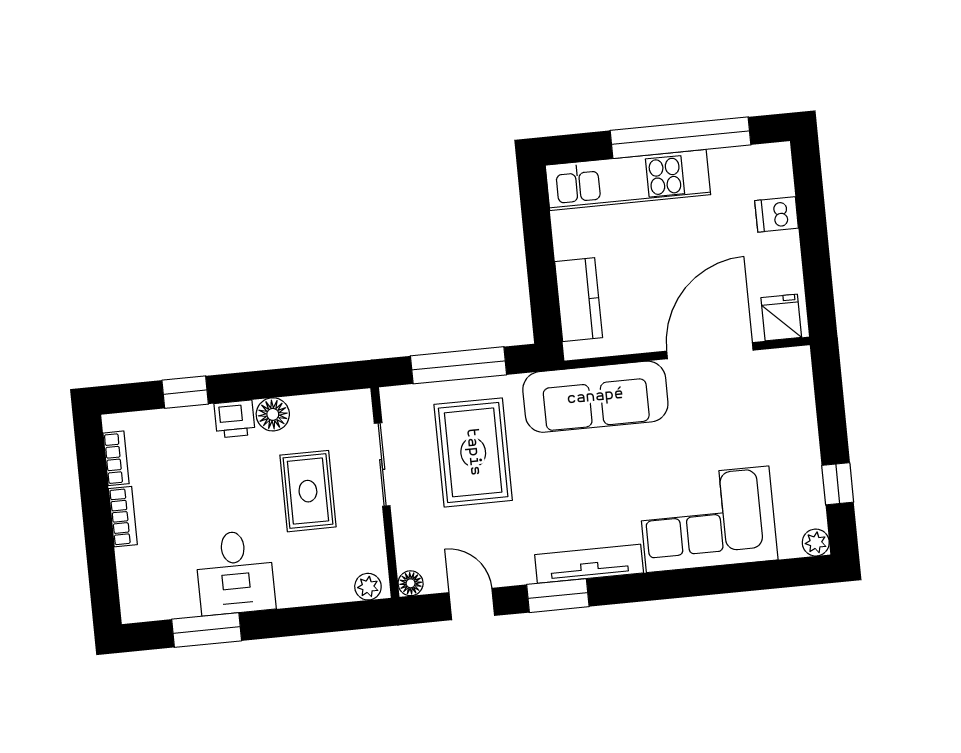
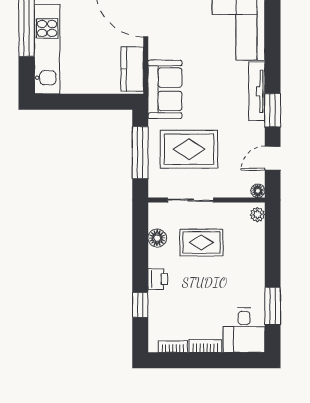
kitchen counter: (579, 300) -> (132, 69), moved, turned -90
sofa: (595, 397) -> (165, 89), width x0.73
floor lamp: (273, 414) -> (157, 238), moved
desk: (235, 572) -> (244, 330), moved, turned 90

